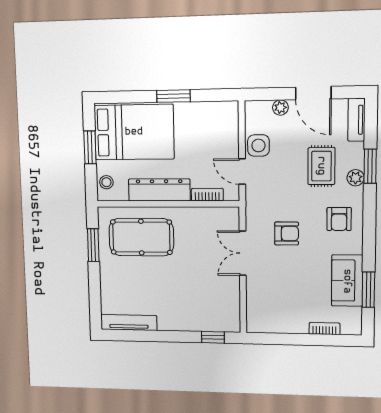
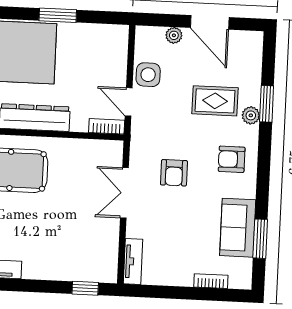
tv unit: (356, 120) -> (133, 261), moved, turned 180
rug: (321, 166) -> (215, 101), turned 90
bookcase: (207, 195) -> (107, 126), moved
armchair: (339, 219) -> (232, 159), turned 90
armchair: (287, 233) -> (174, 173), turned 90

